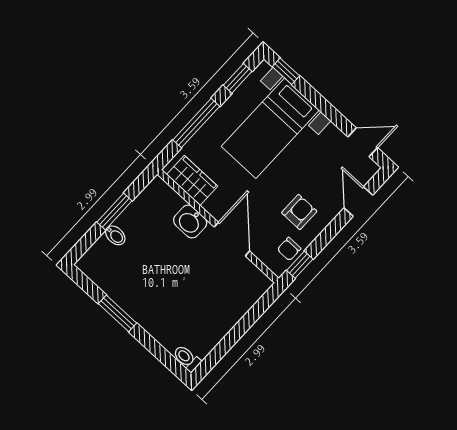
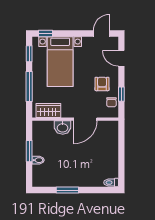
door: (232, 239) -> (85, 119), swing flipped
window: (300, 265) -> (121, 94), moved

